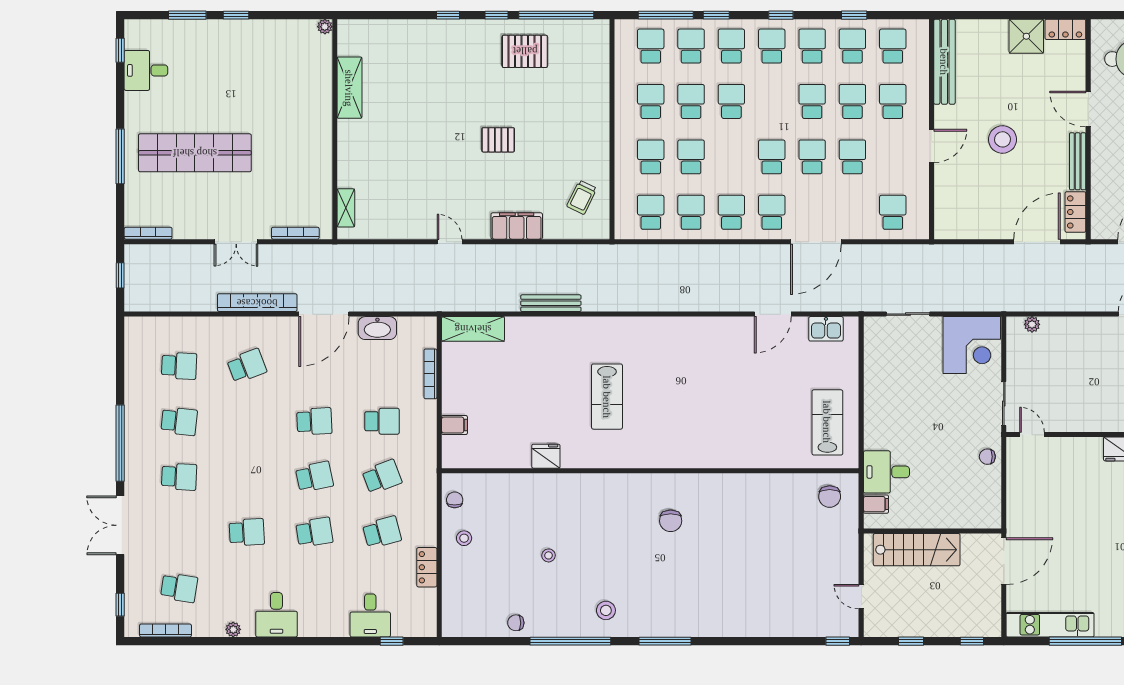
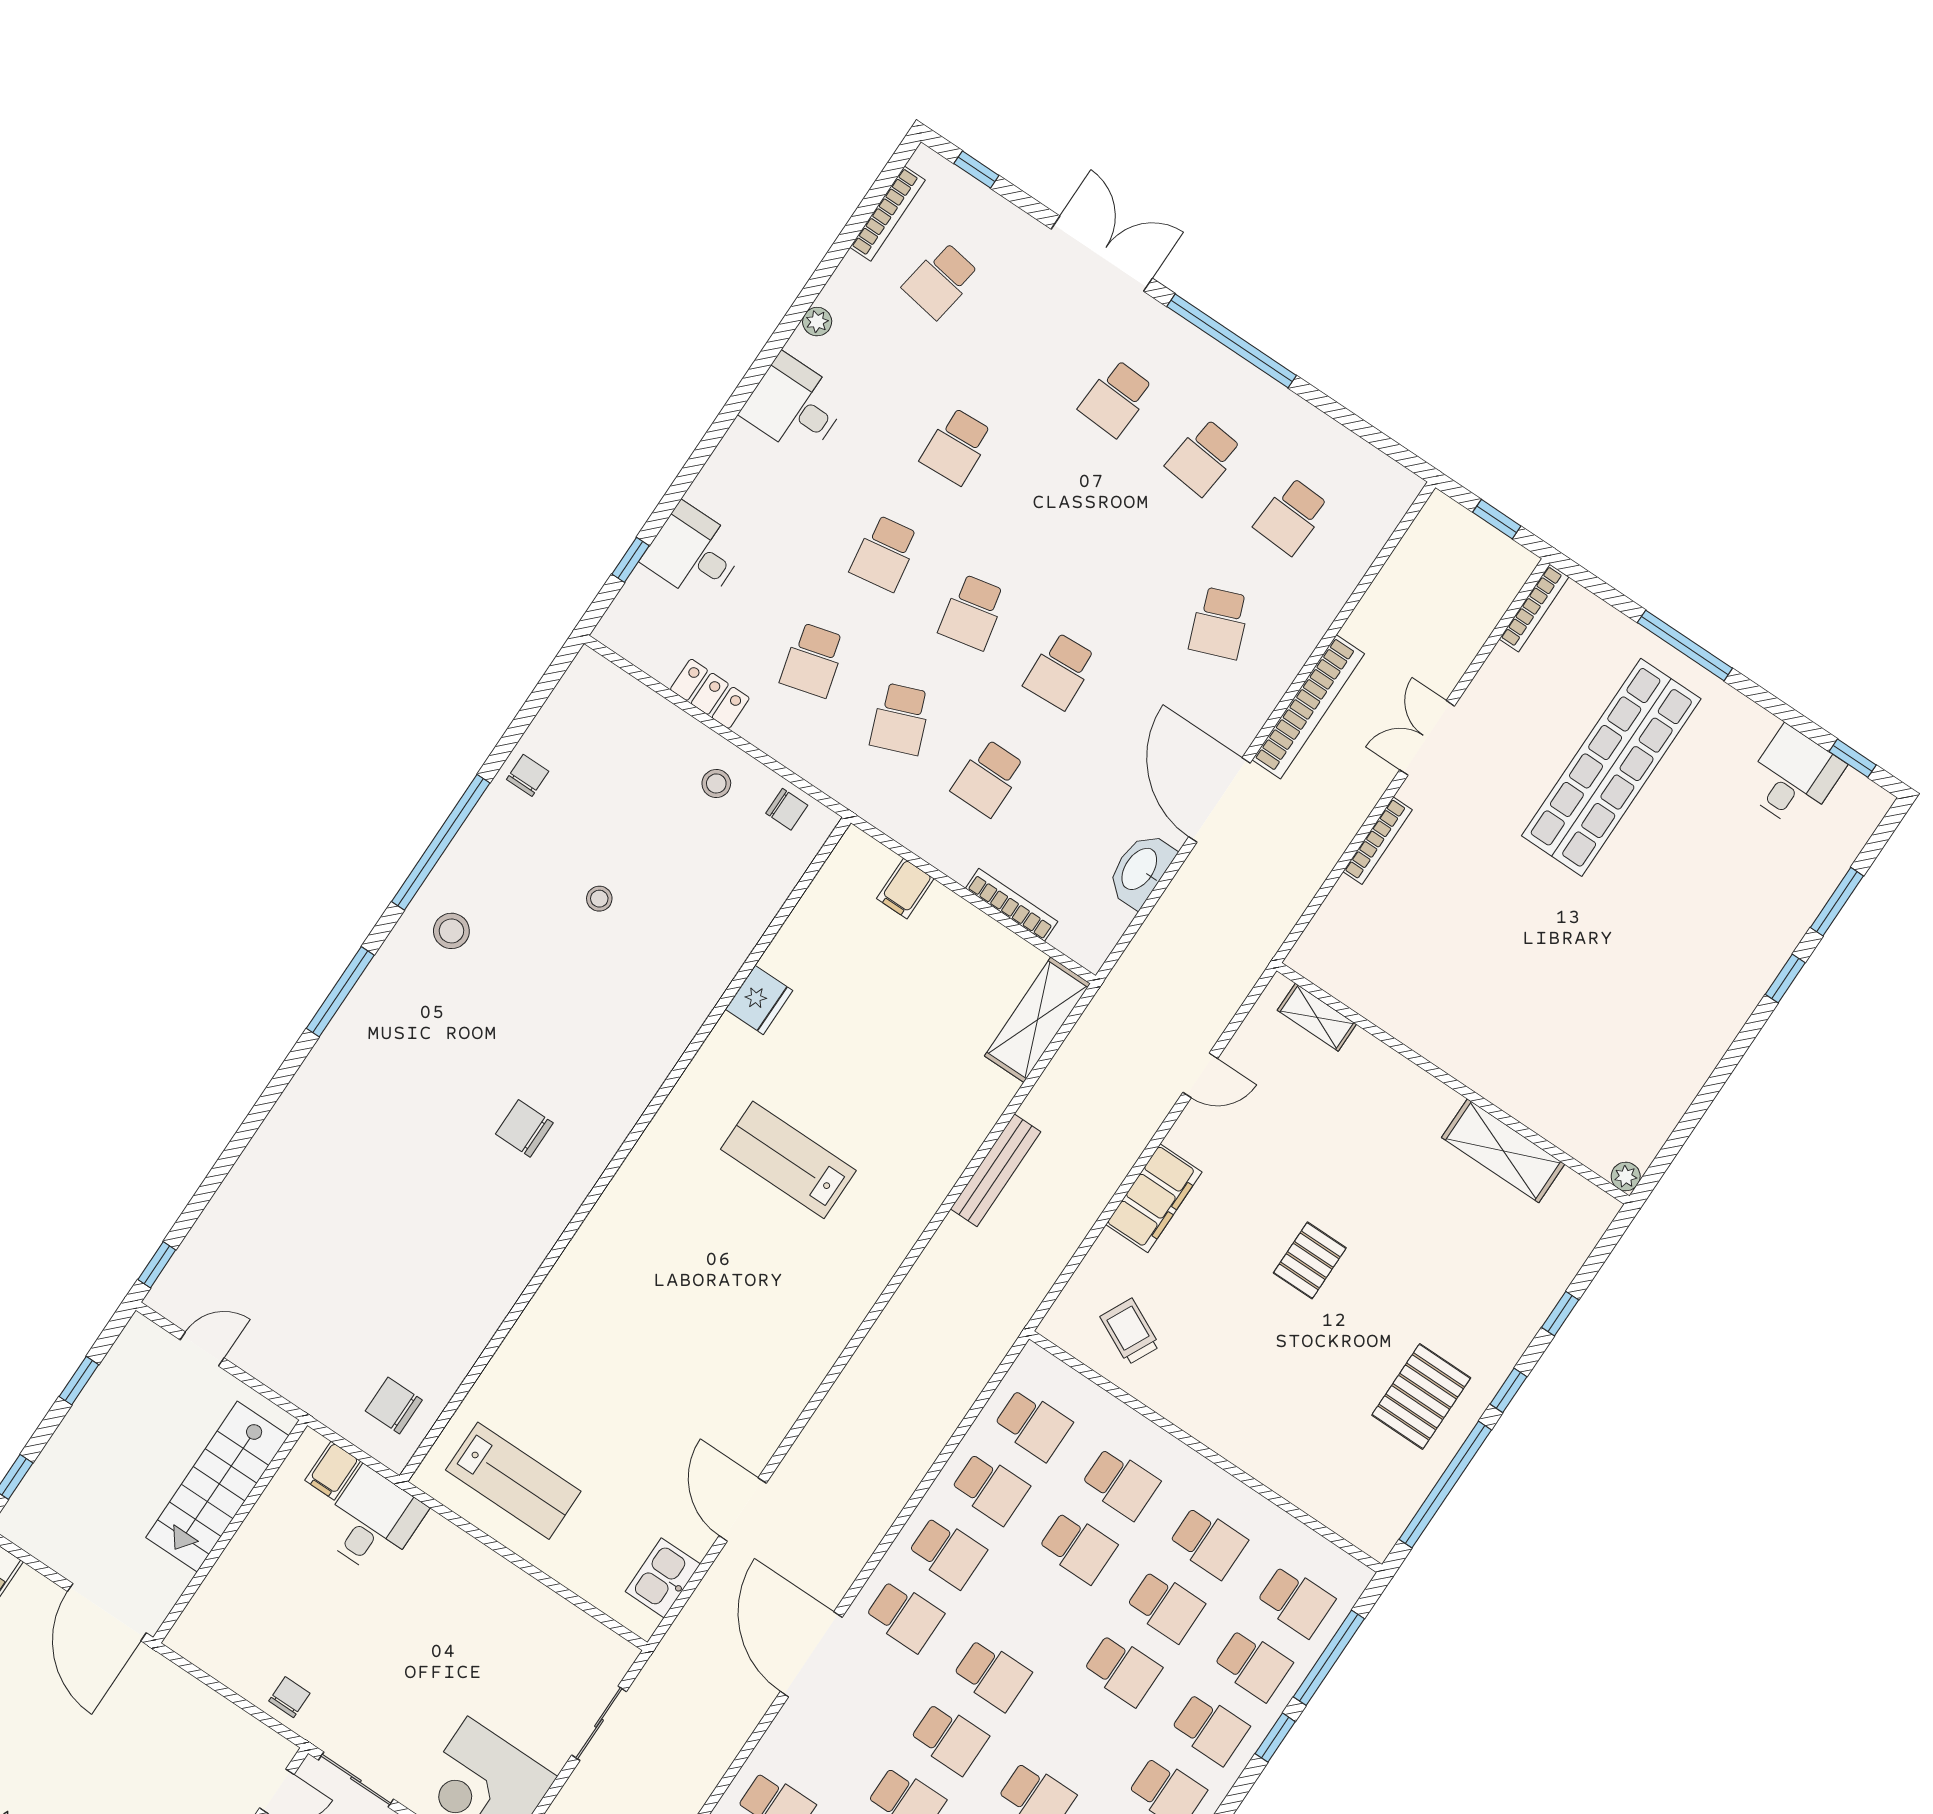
plant: (325, 27) -> (1626, 1176), moved
shelving: (349, 88) -> (1503, 1151), moved
wall: (335, 129) -> (1453, 1083), moved
shelving: (346, 208) -> (1317, 1017), moved

